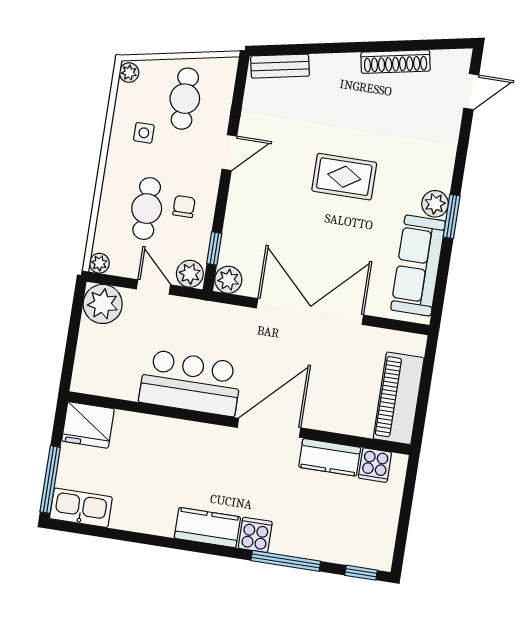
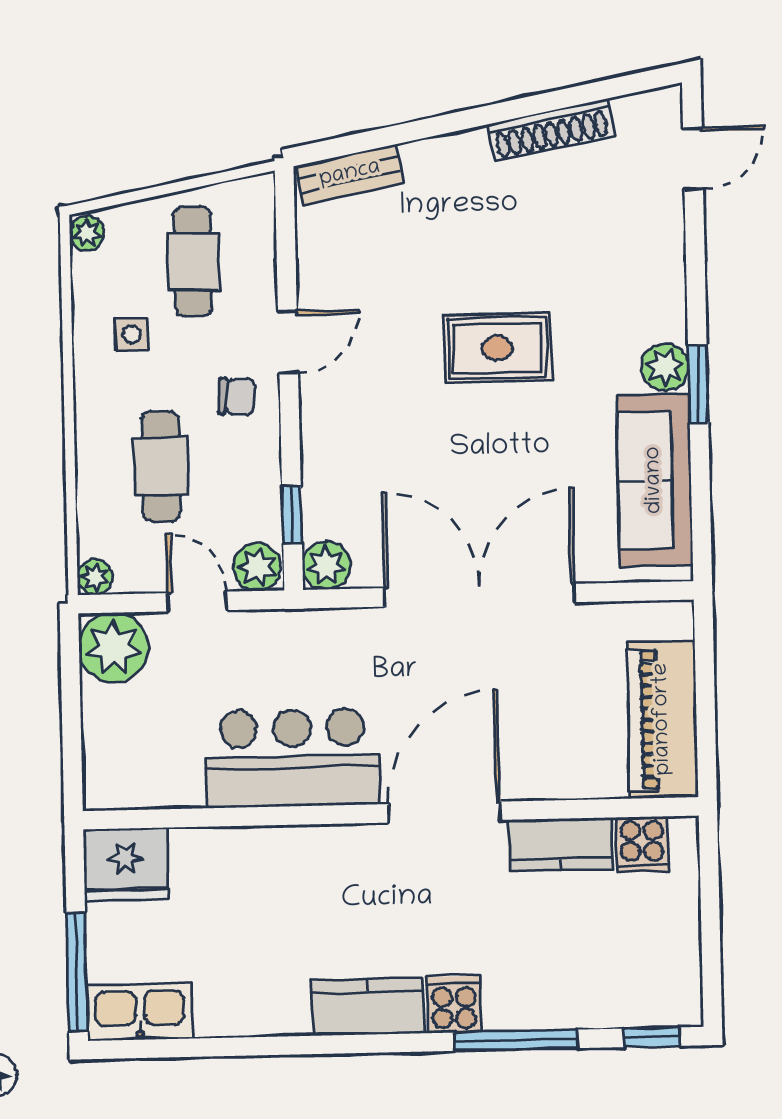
chair: (184, 206) -> (237, 397), moved, turned 94

